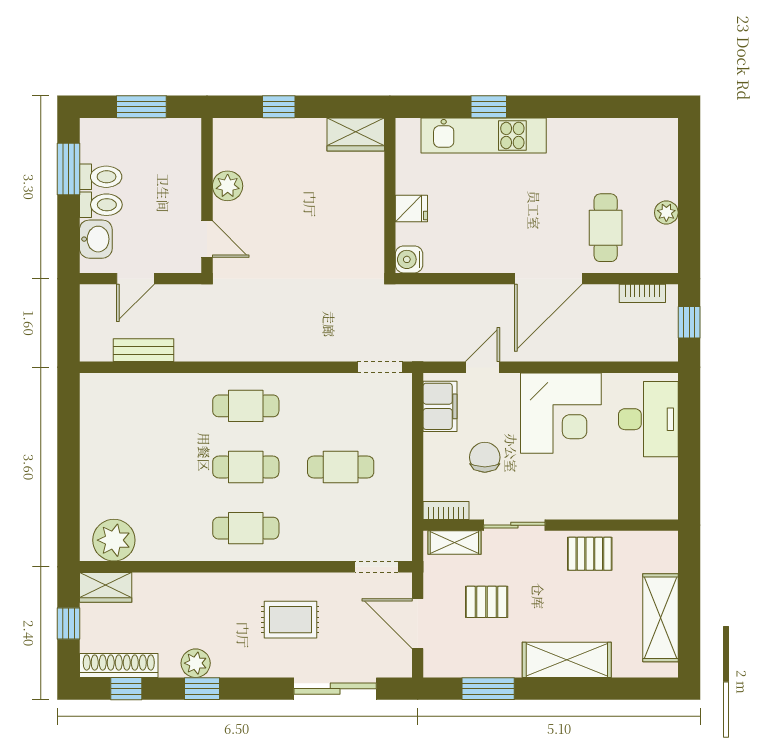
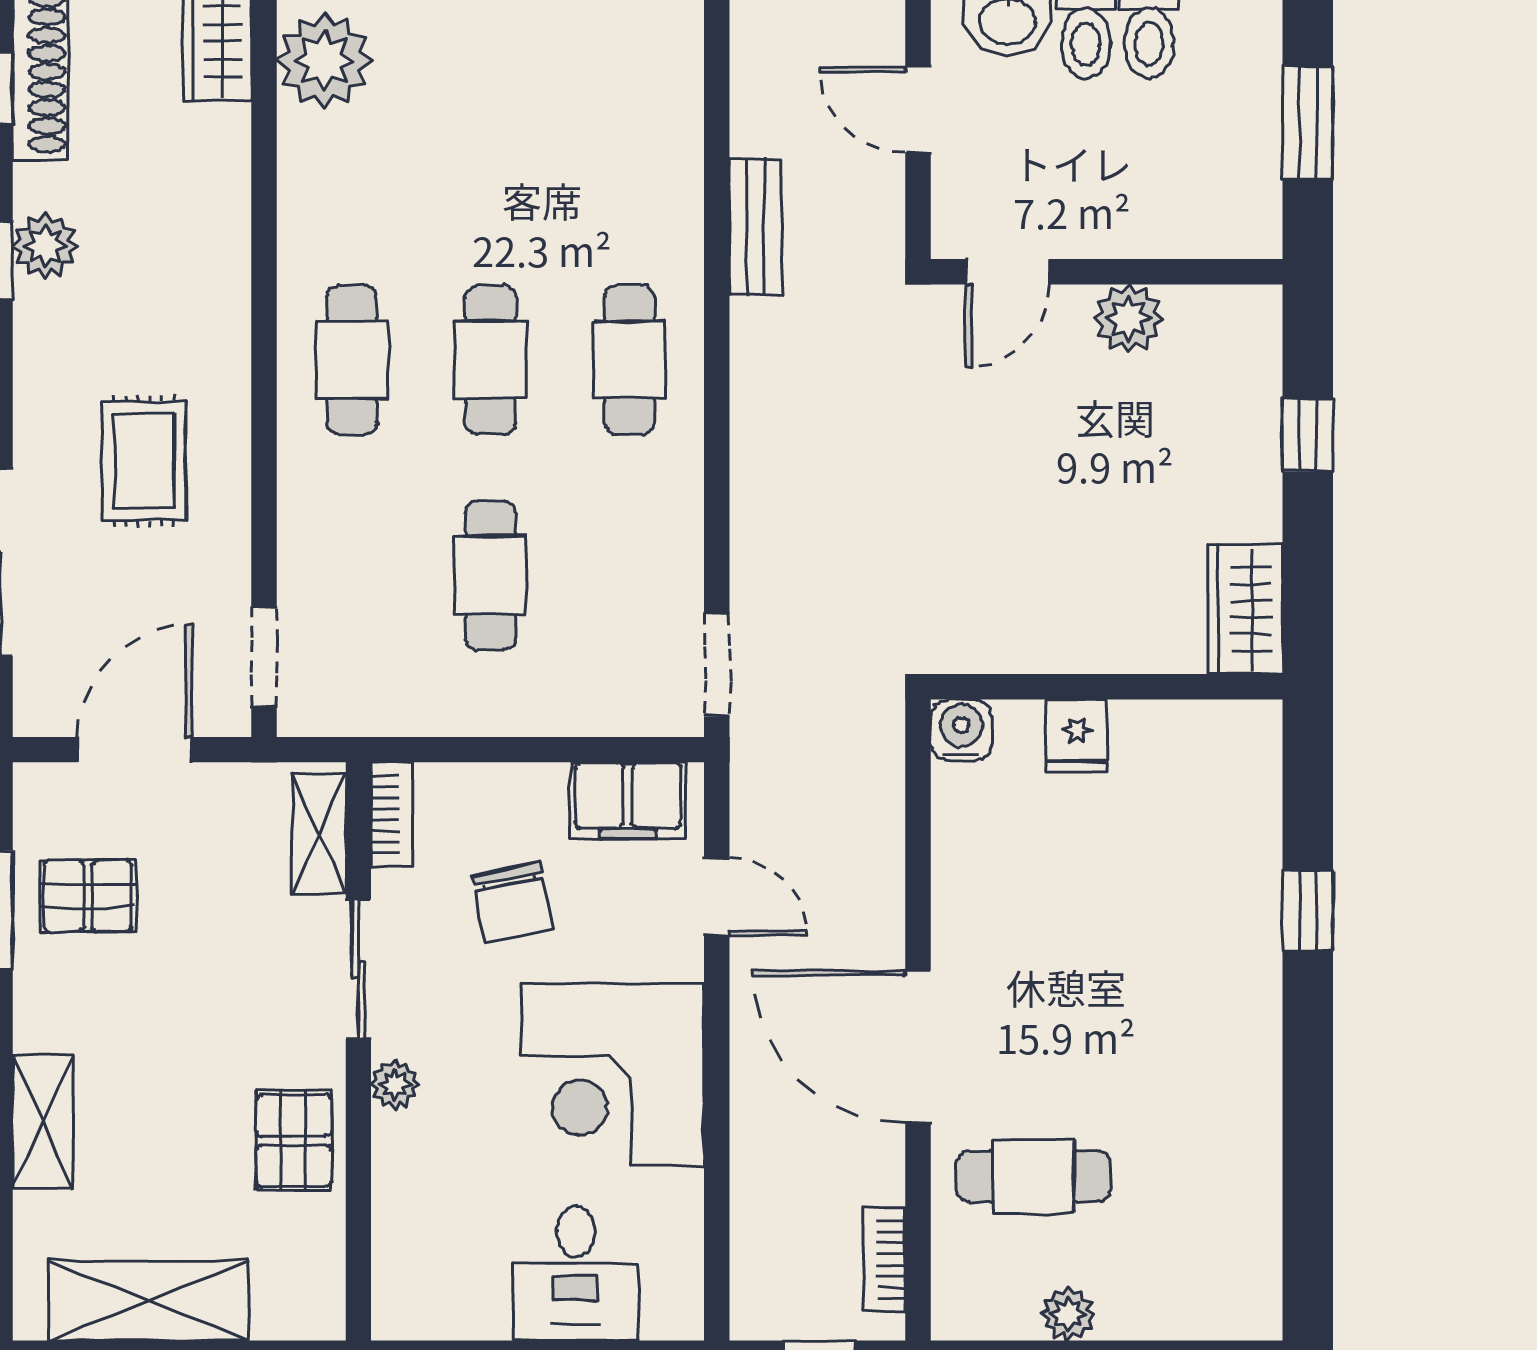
kitchen unit: (484, 135) -> (1243, 900), removed
bench: (144, 350) -> (755, 227), moved
desk: (648, 419) -> (576, 1273), width x0.73
chair: (485, 457) -> (512, 902), turned 79
plant: (565, 509) -> (395, 1085), added
pallet: (487, 602) -> (88, 896), moved, turned 90
shelving: (567, 660) -> (43, 1122), width x0.67, depth x0.75

